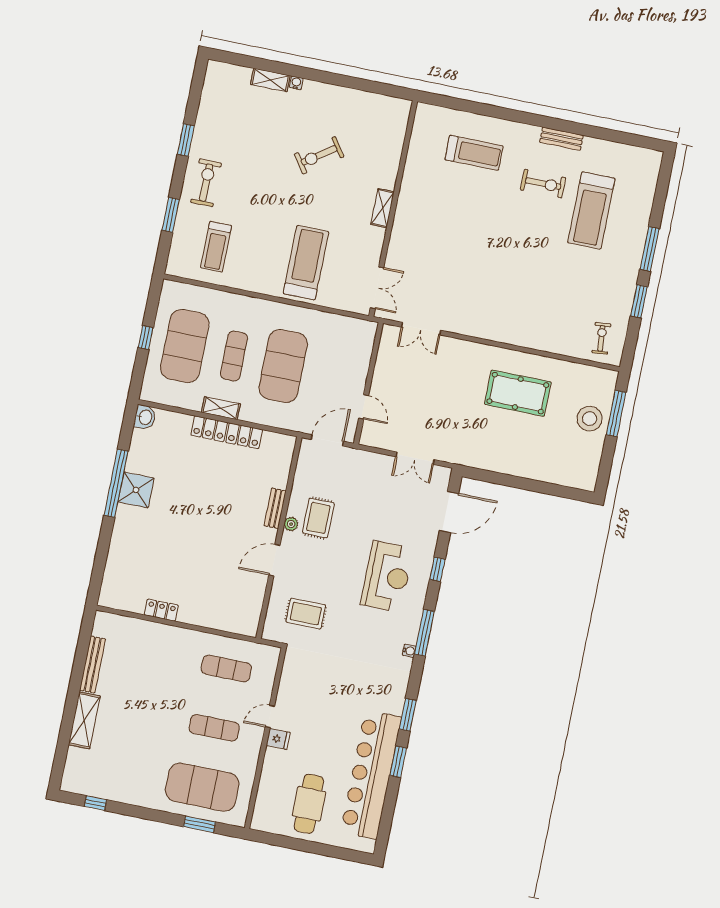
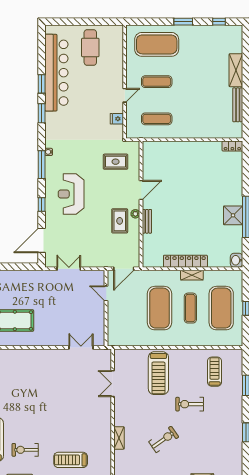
exercise bike: (206, 183) -> (190, 404), moved, turned 90
shelving: (383, 208) -> (119, 438), moved
double door: (377, 288) -> (113, 384), moved
locker: (161, 610) -> (232, 146), moved
fridge: (278, 739) -> (117, 119), moved
window: (200, 824) -> (183, 22), moved

